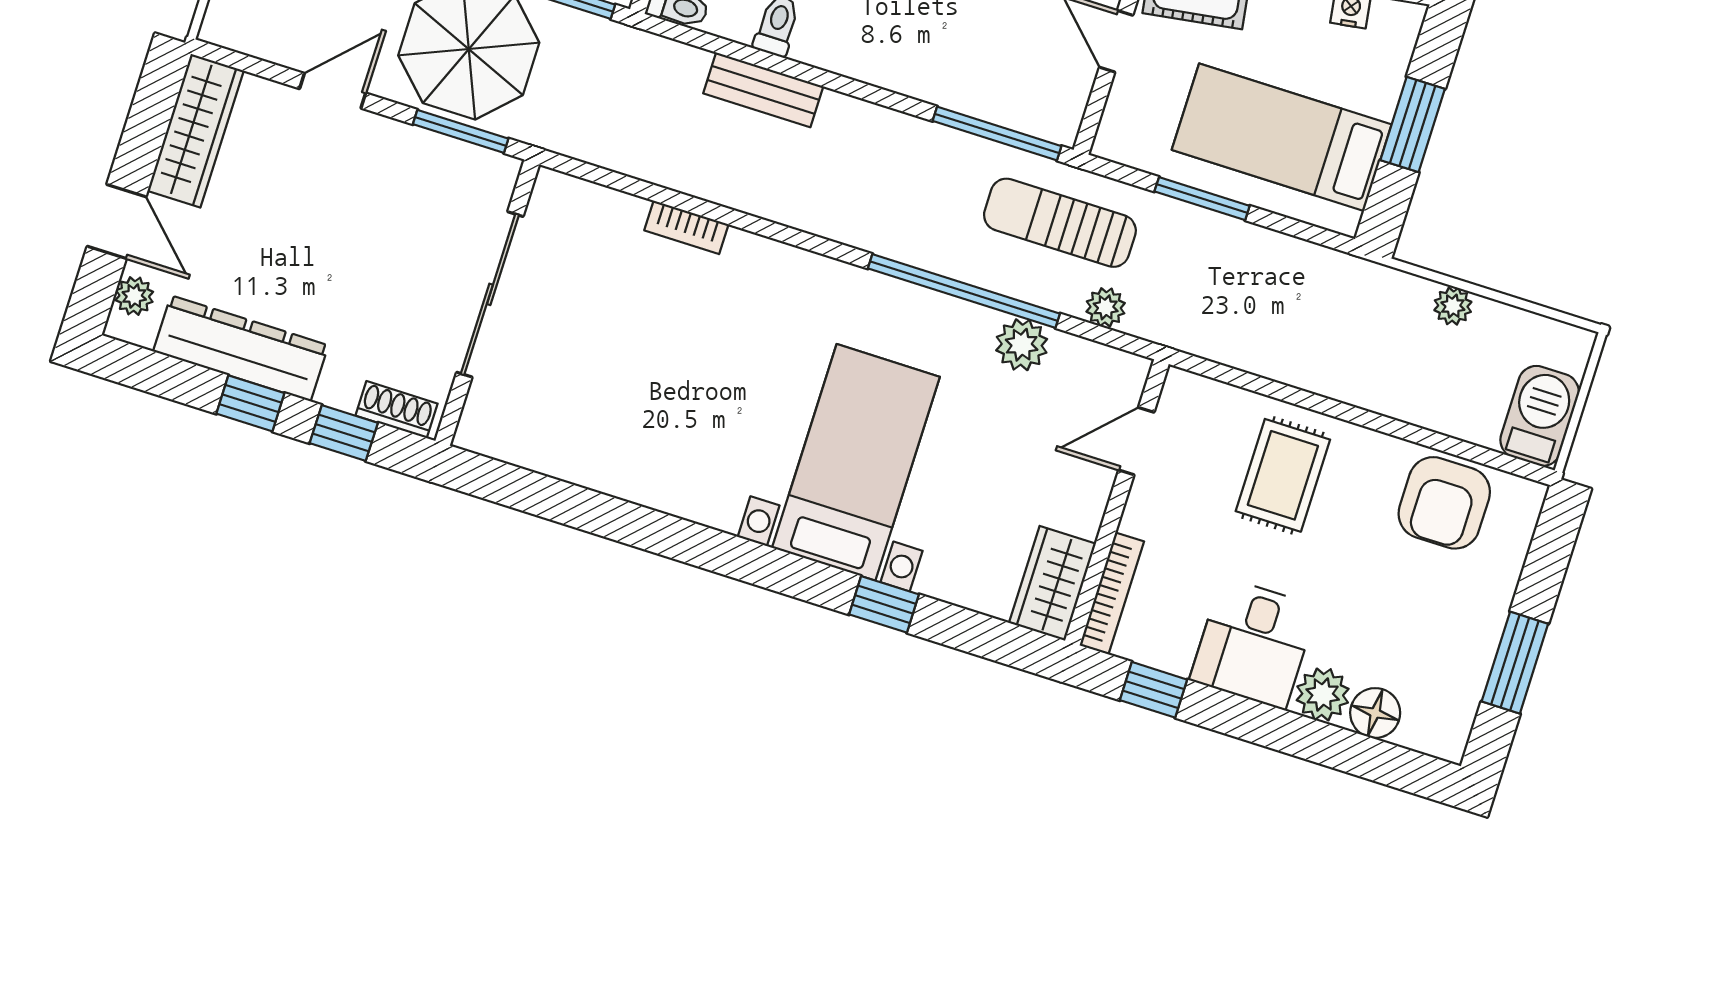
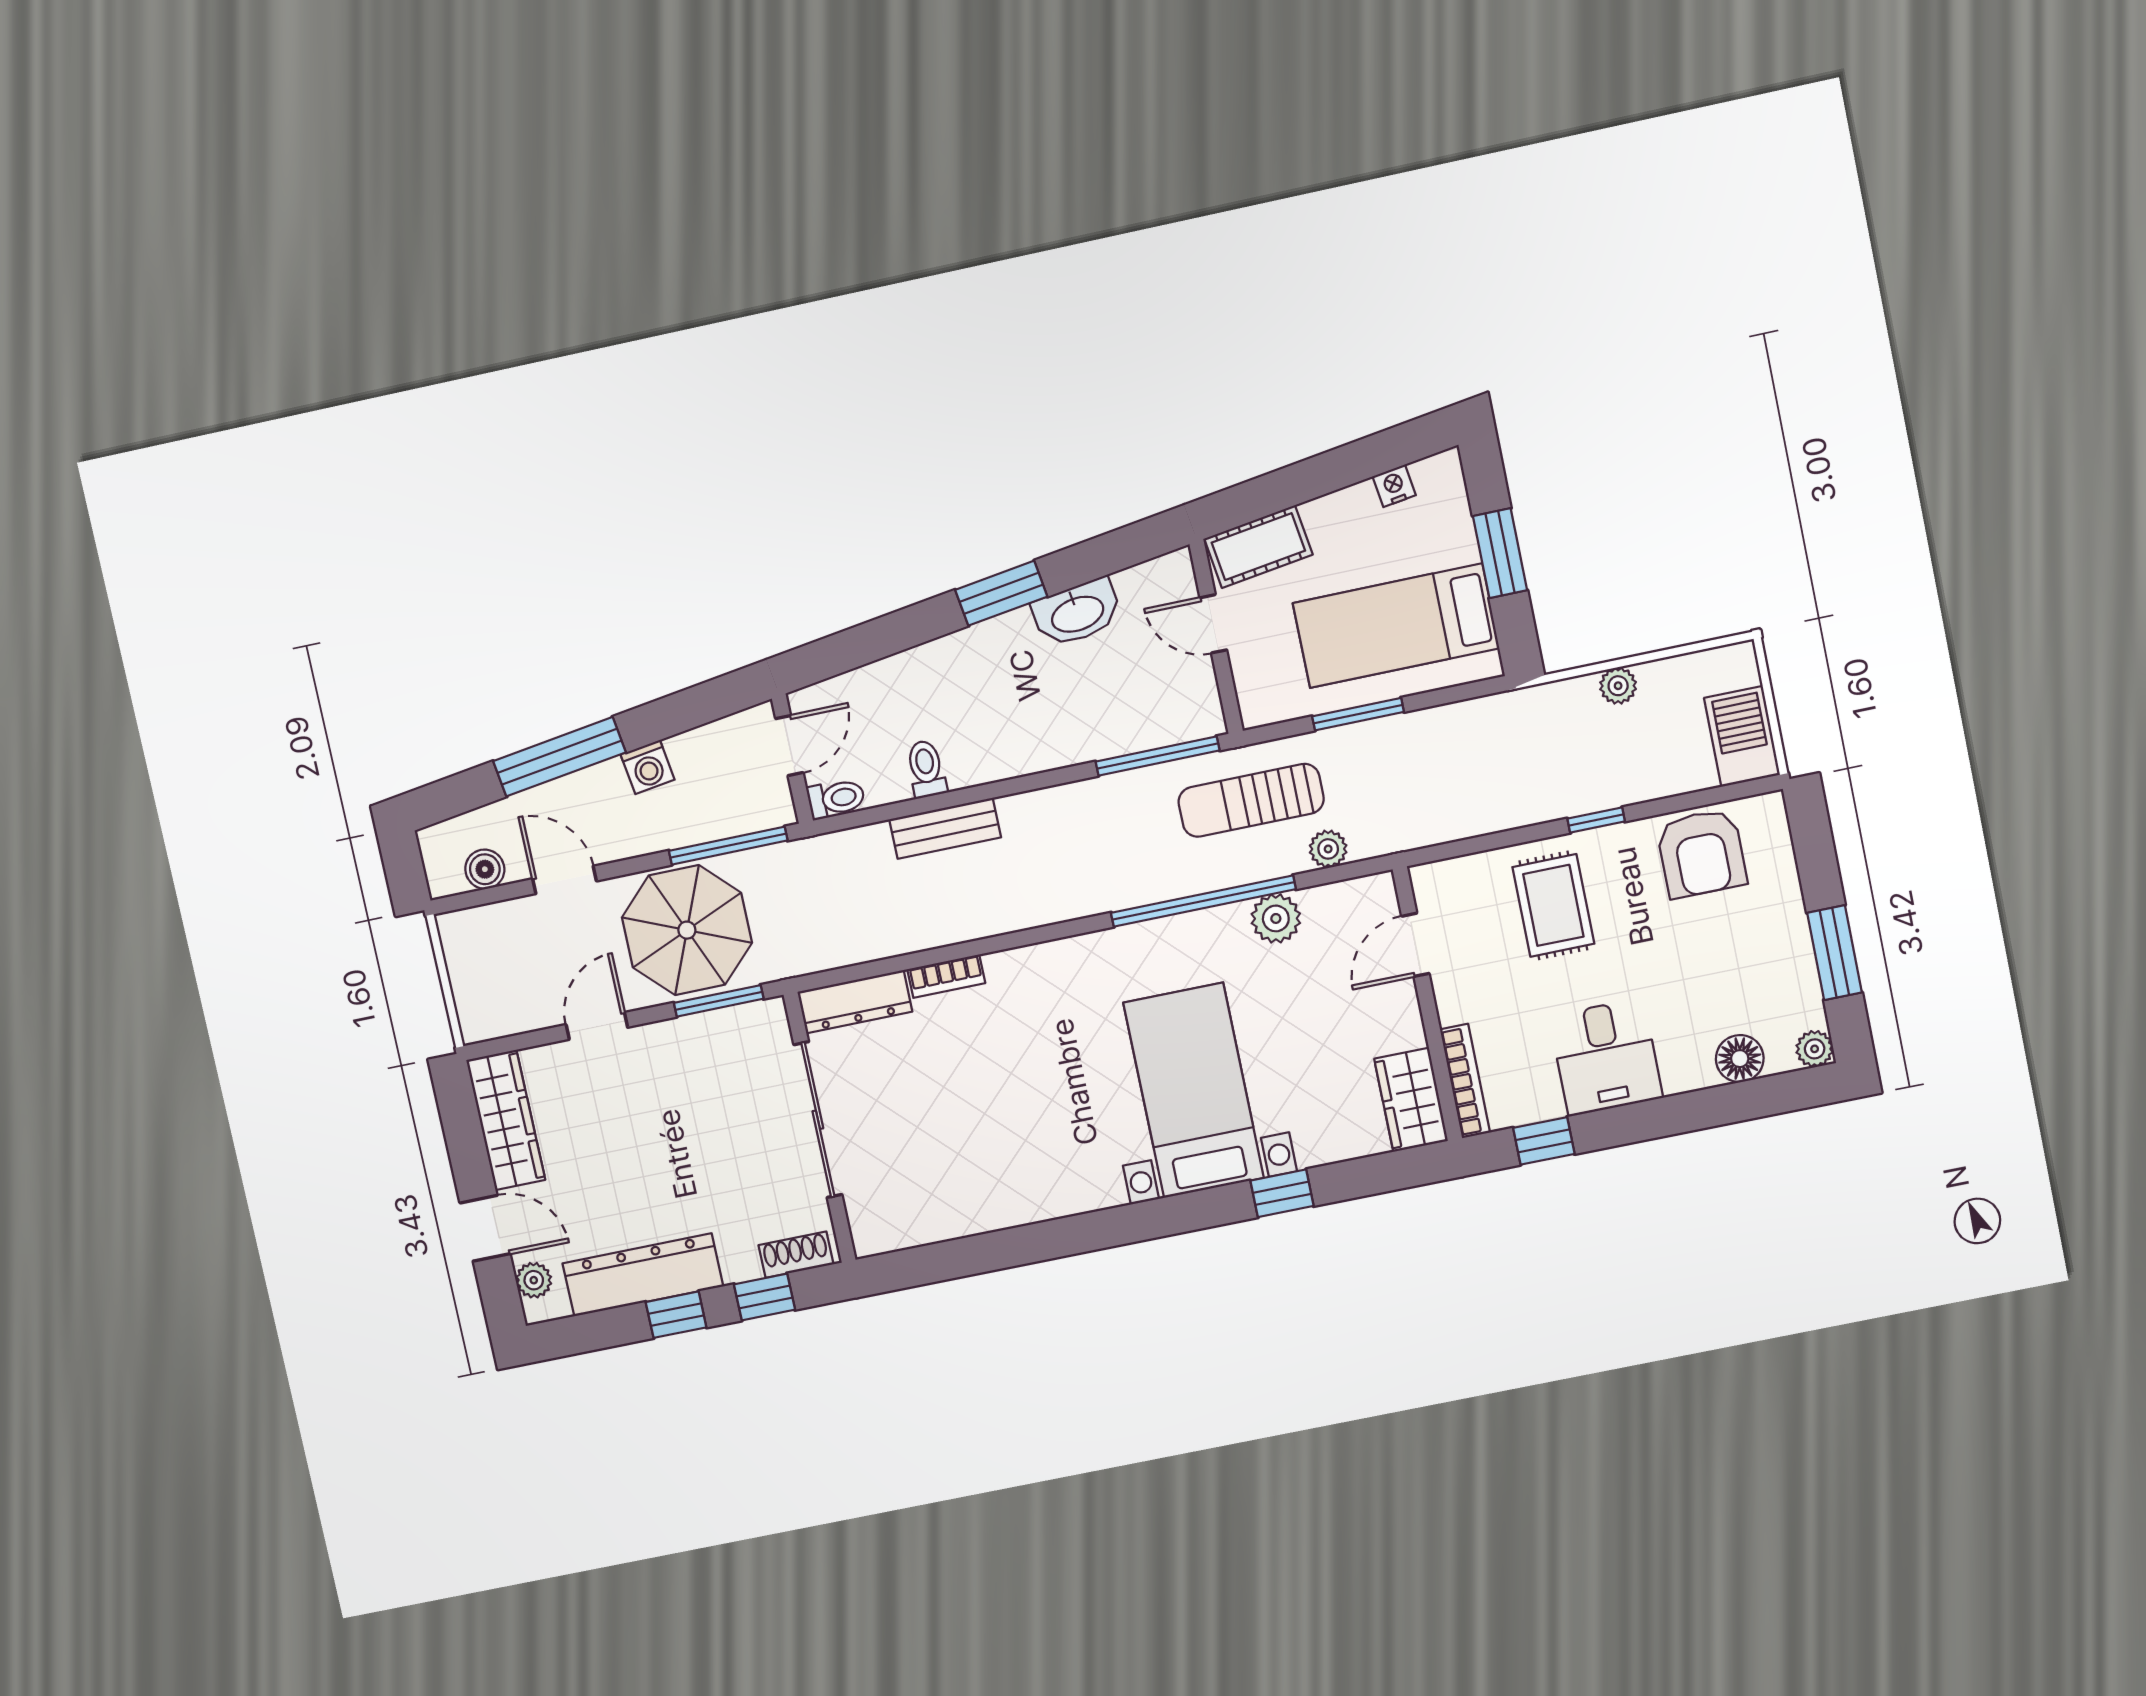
dresser: (588, 203) -> (855, 1002), added
window: (1365, 418) -> (1596, 820), added
plant: (1323, 695) -> (1815, 1049), moved, width x0.73, depth x0.73

